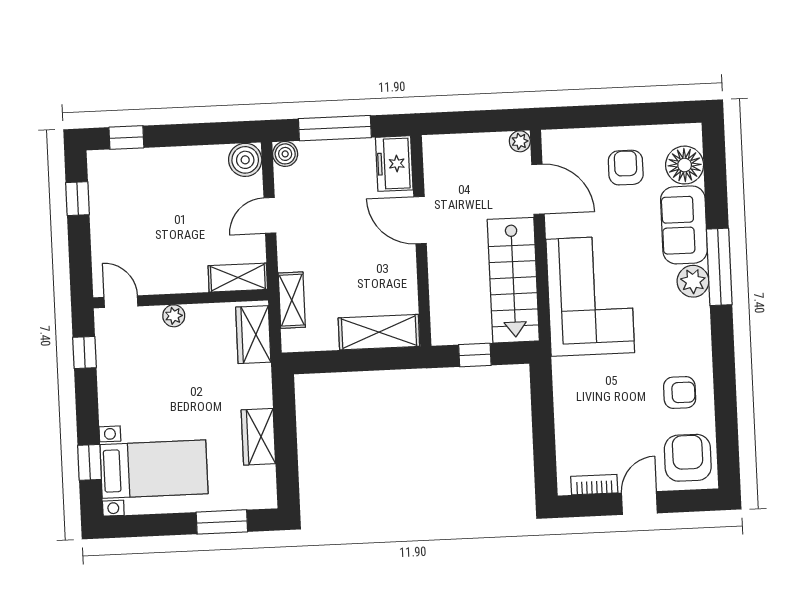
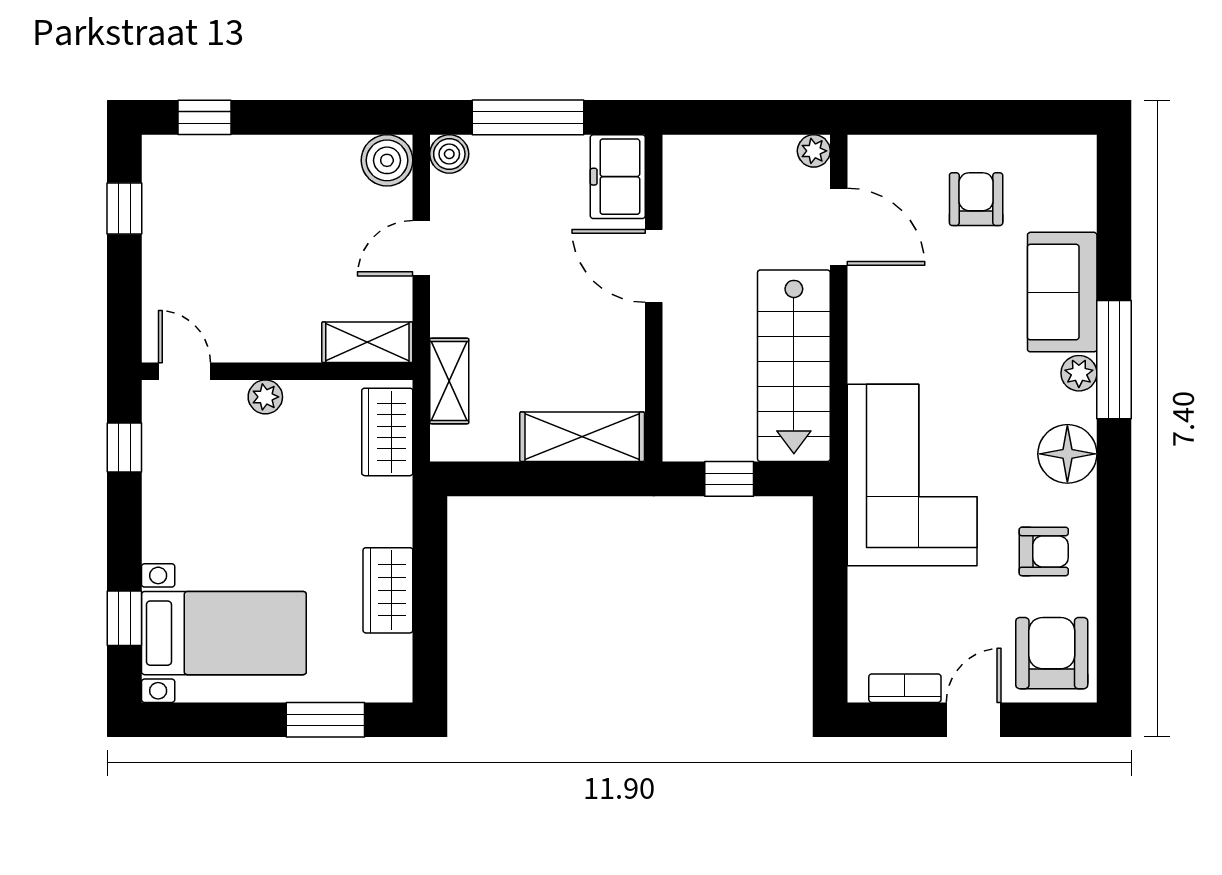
floor lamp: (685, 165) -> (1067, 454), moved
plant: (693, 281) -> (1079, 373), width x0.73, depth x0.73
corner sofa: (590, 296) -> (912, 475), moved

